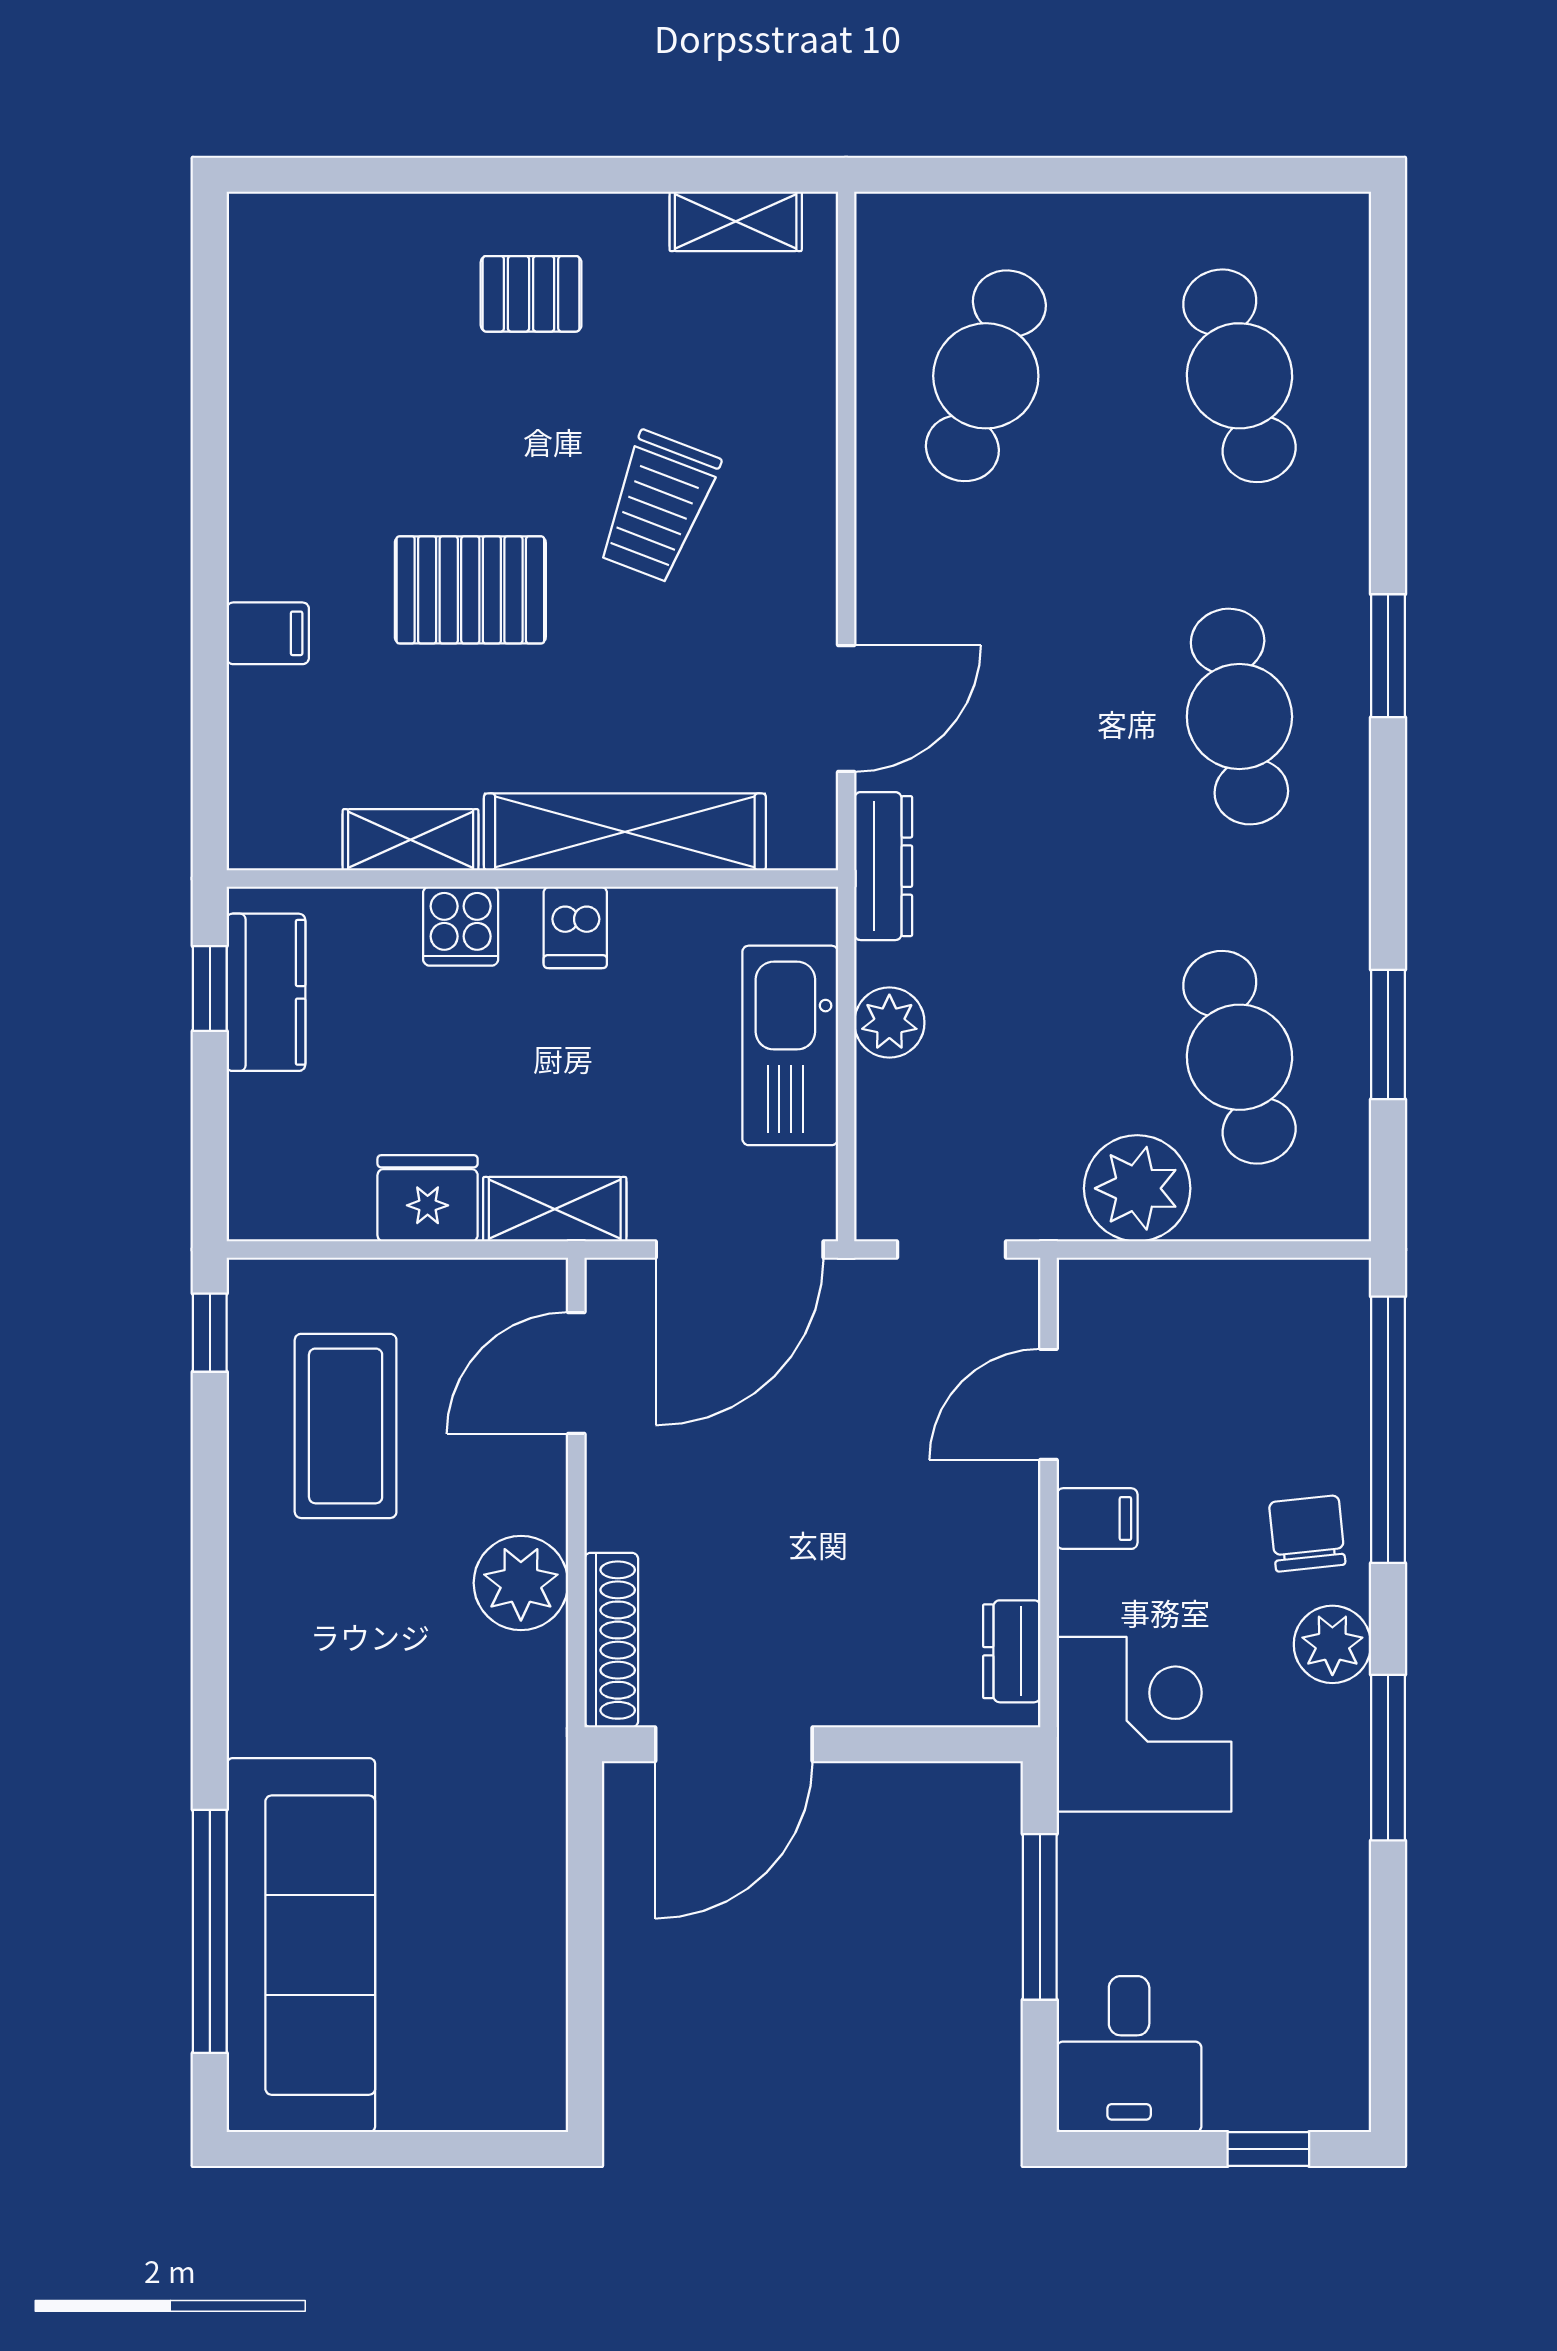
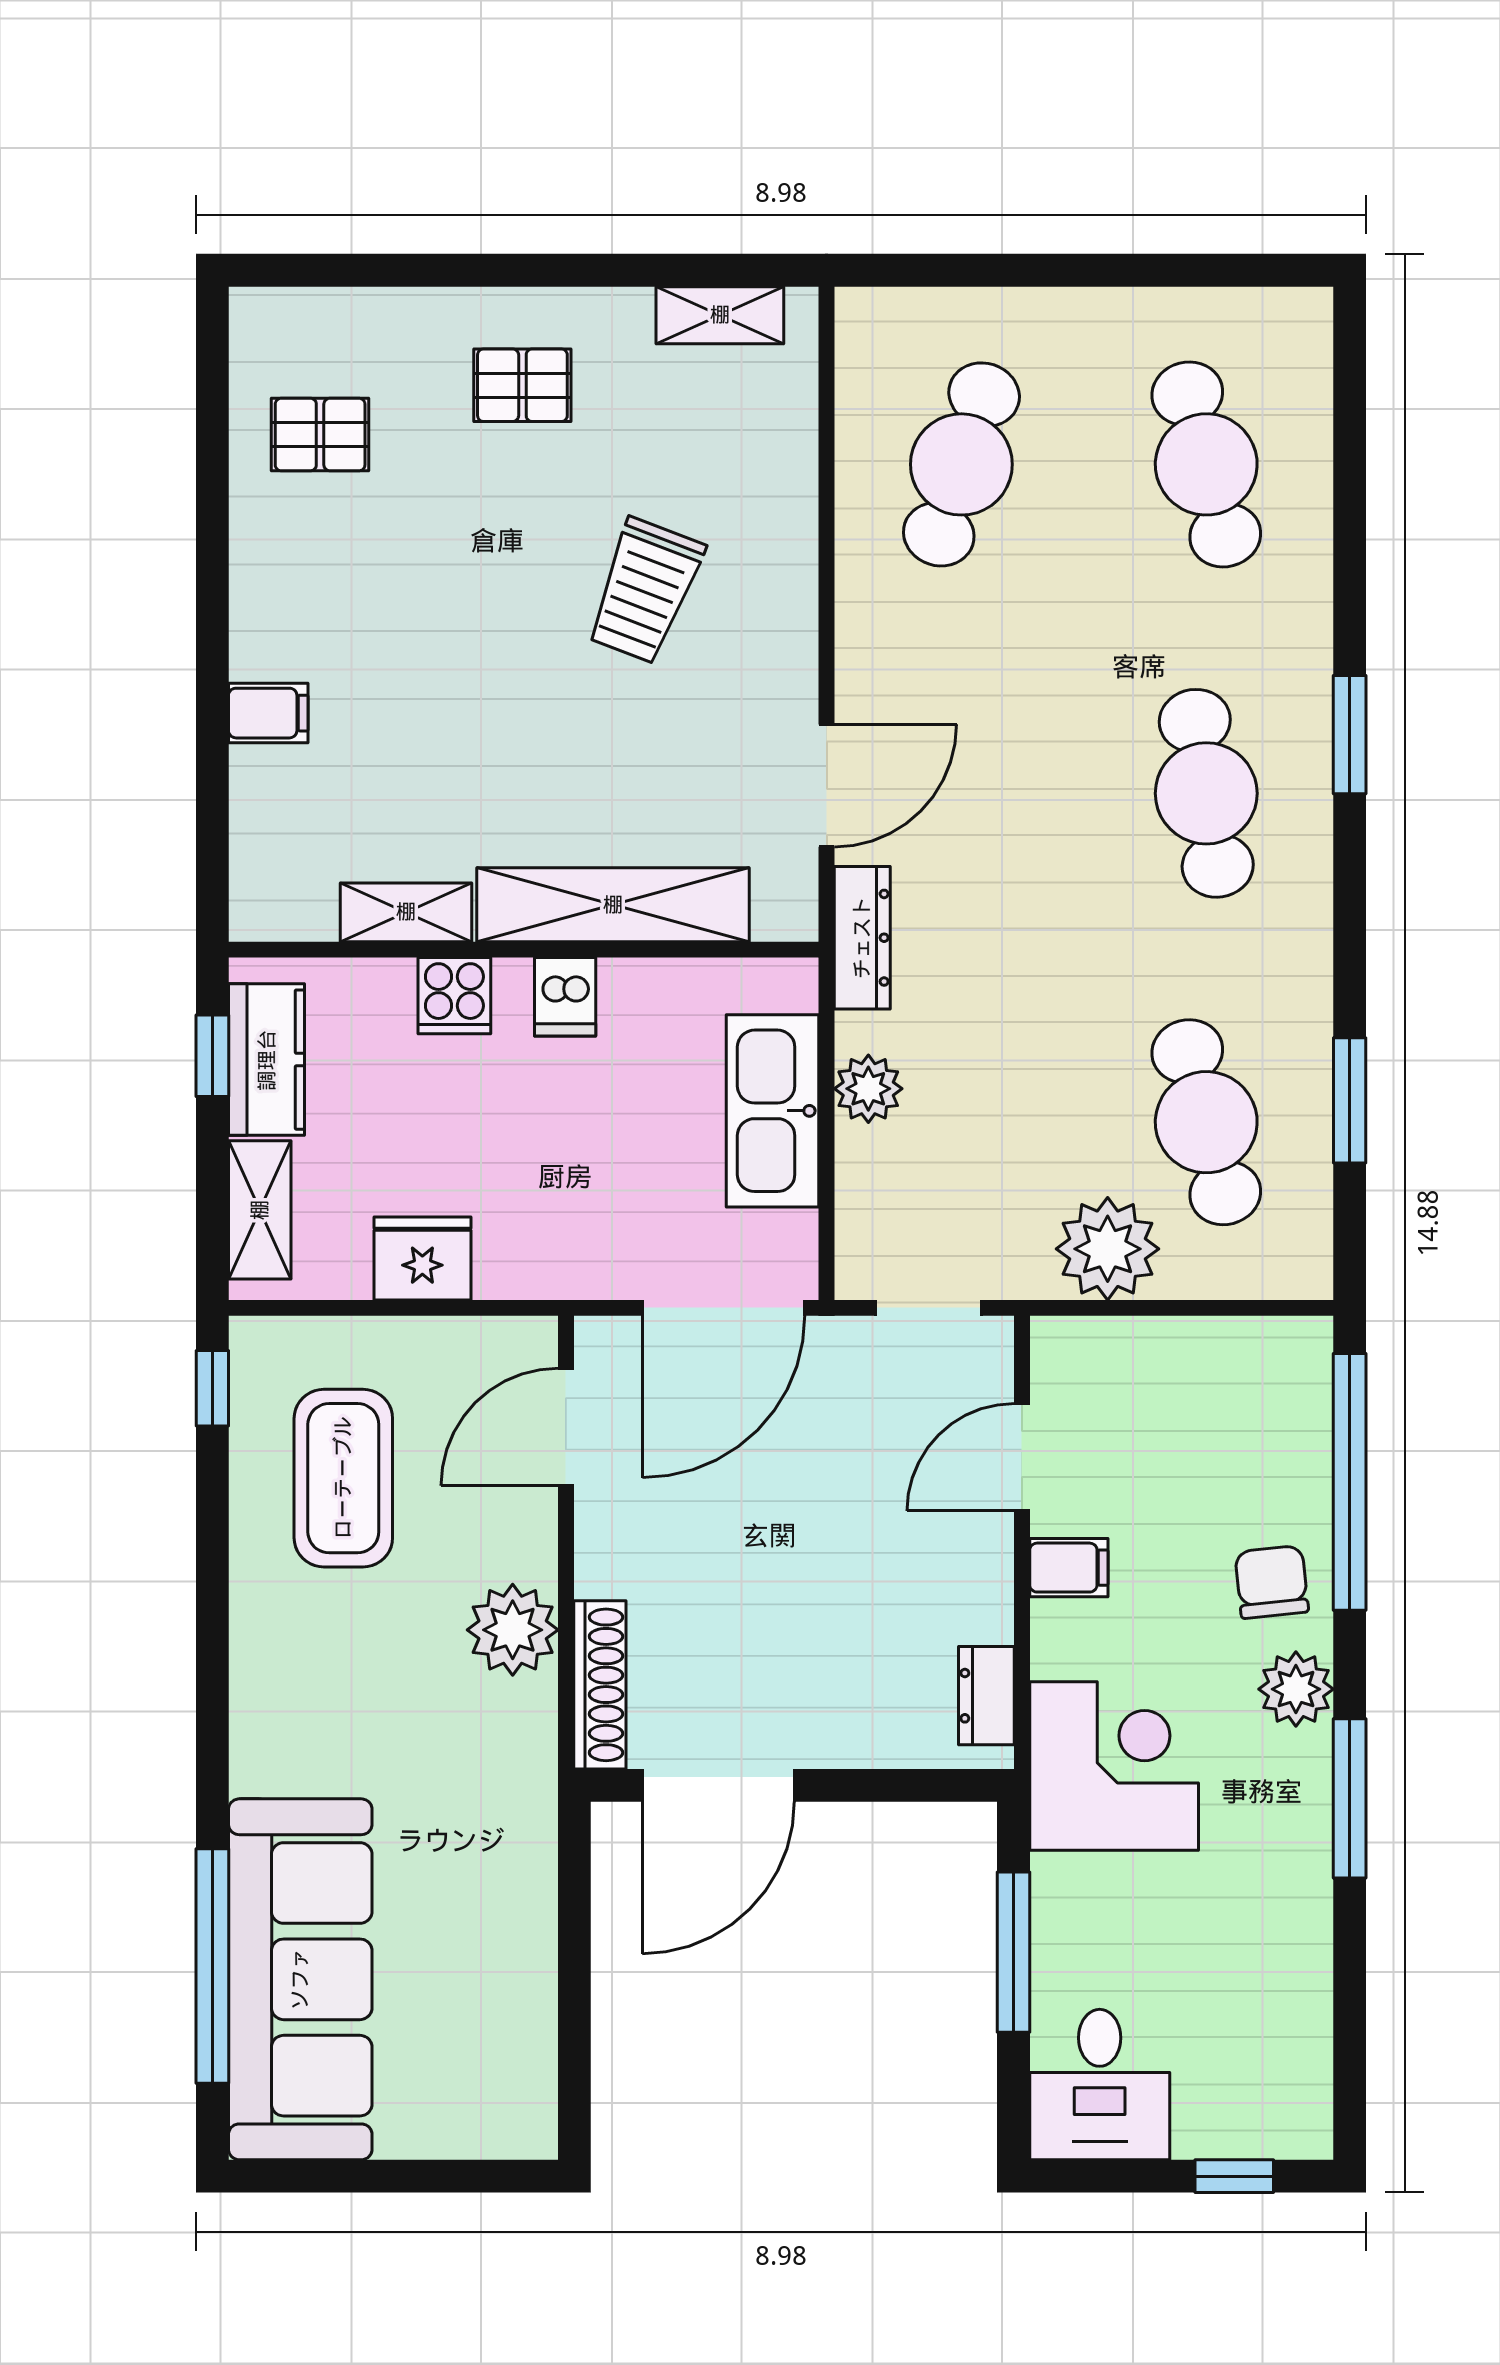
pallet: (470, 590) -> (320, 435), moved, width x0.67, depth x0.71
shelving: (555, 1209) -> (260, 1210), moved, turned 90

